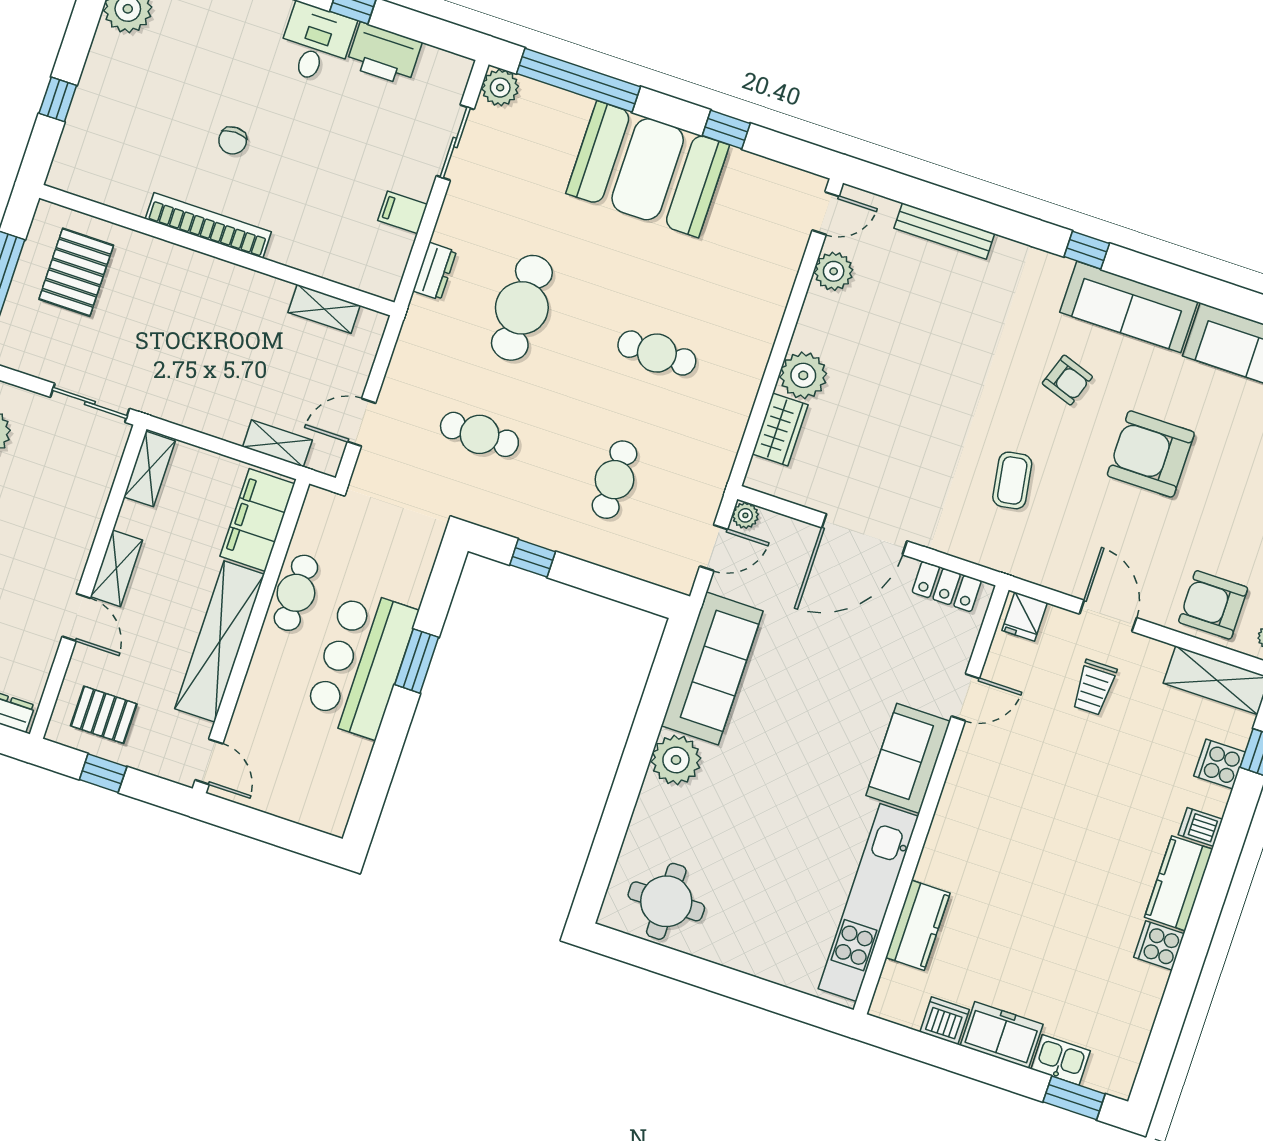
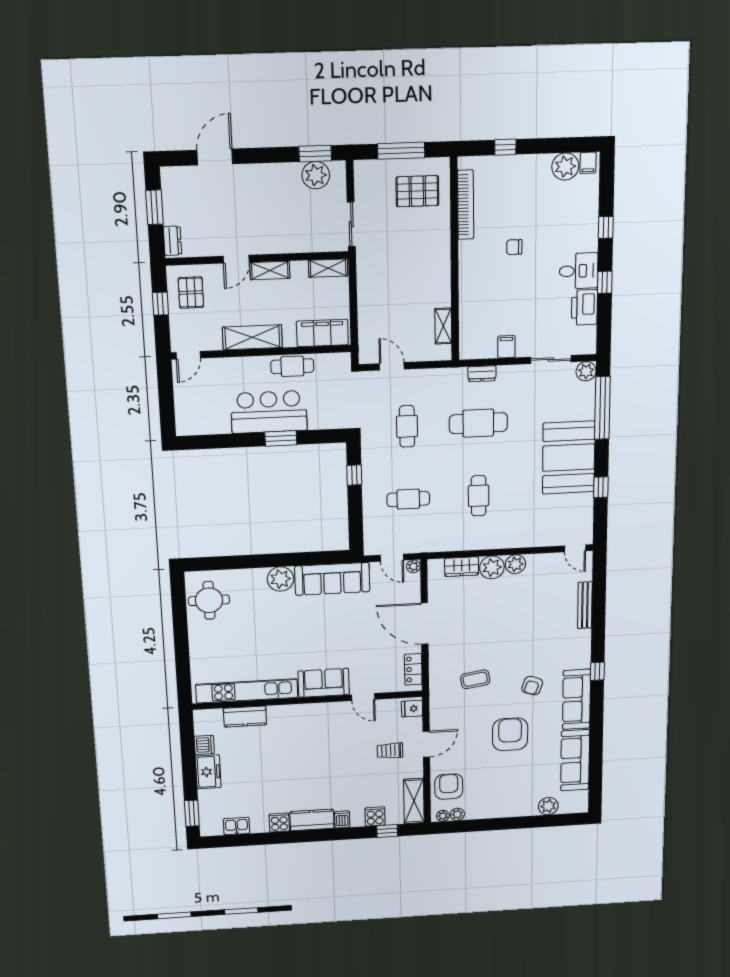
bookcase: (208, 225) -> (466, 205), moved
plant: (834, 271) -> (515, 564), moved
shelving: (277, 443) -> (366, 328), removed
shelving: (220, 641) -> (252, 337), width x0.68
kitchen sink: (1061, 1060) -> (237, 826), moved, turned -90

